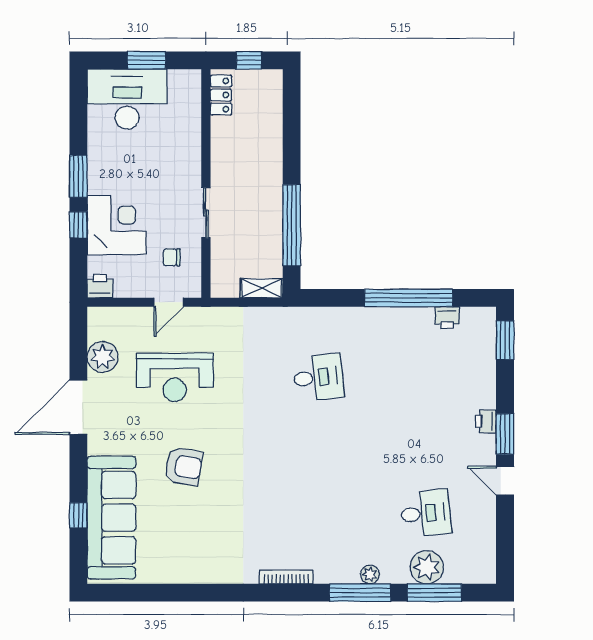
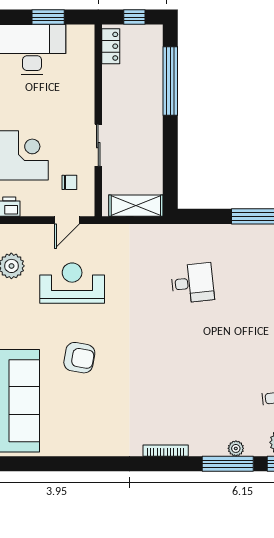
window: (292, 225) -> (170, 81), moved
chair: (171, 257) -> (69, 182), turned 180
shelving: (261, 288) -> (136, 206), width x1.50, depth x1.33
reception desk: (175, 377) -> (72, 283), turned 180

